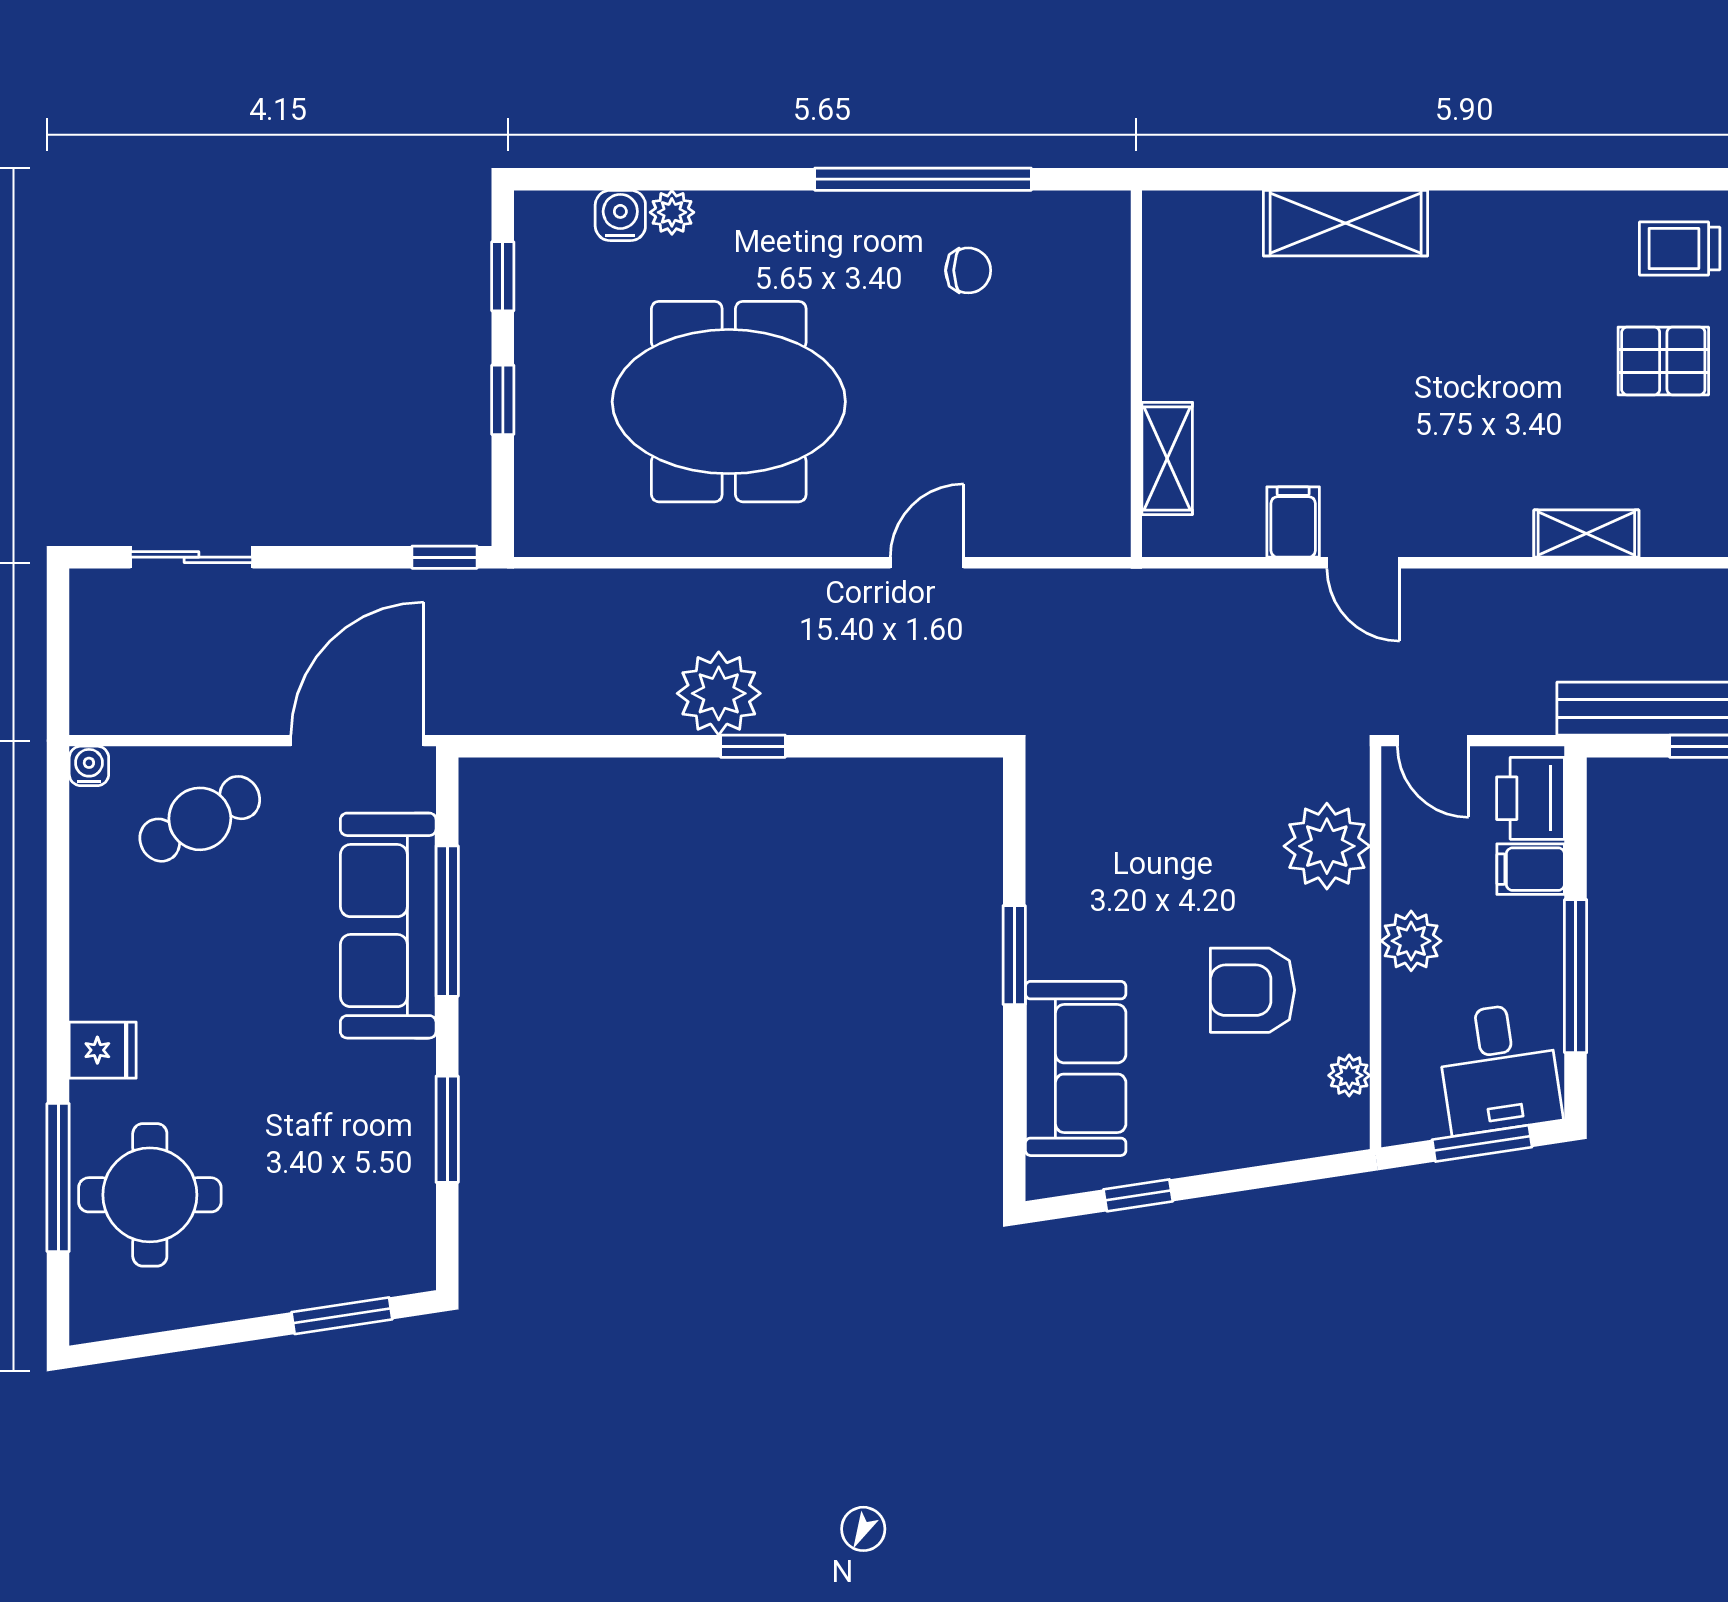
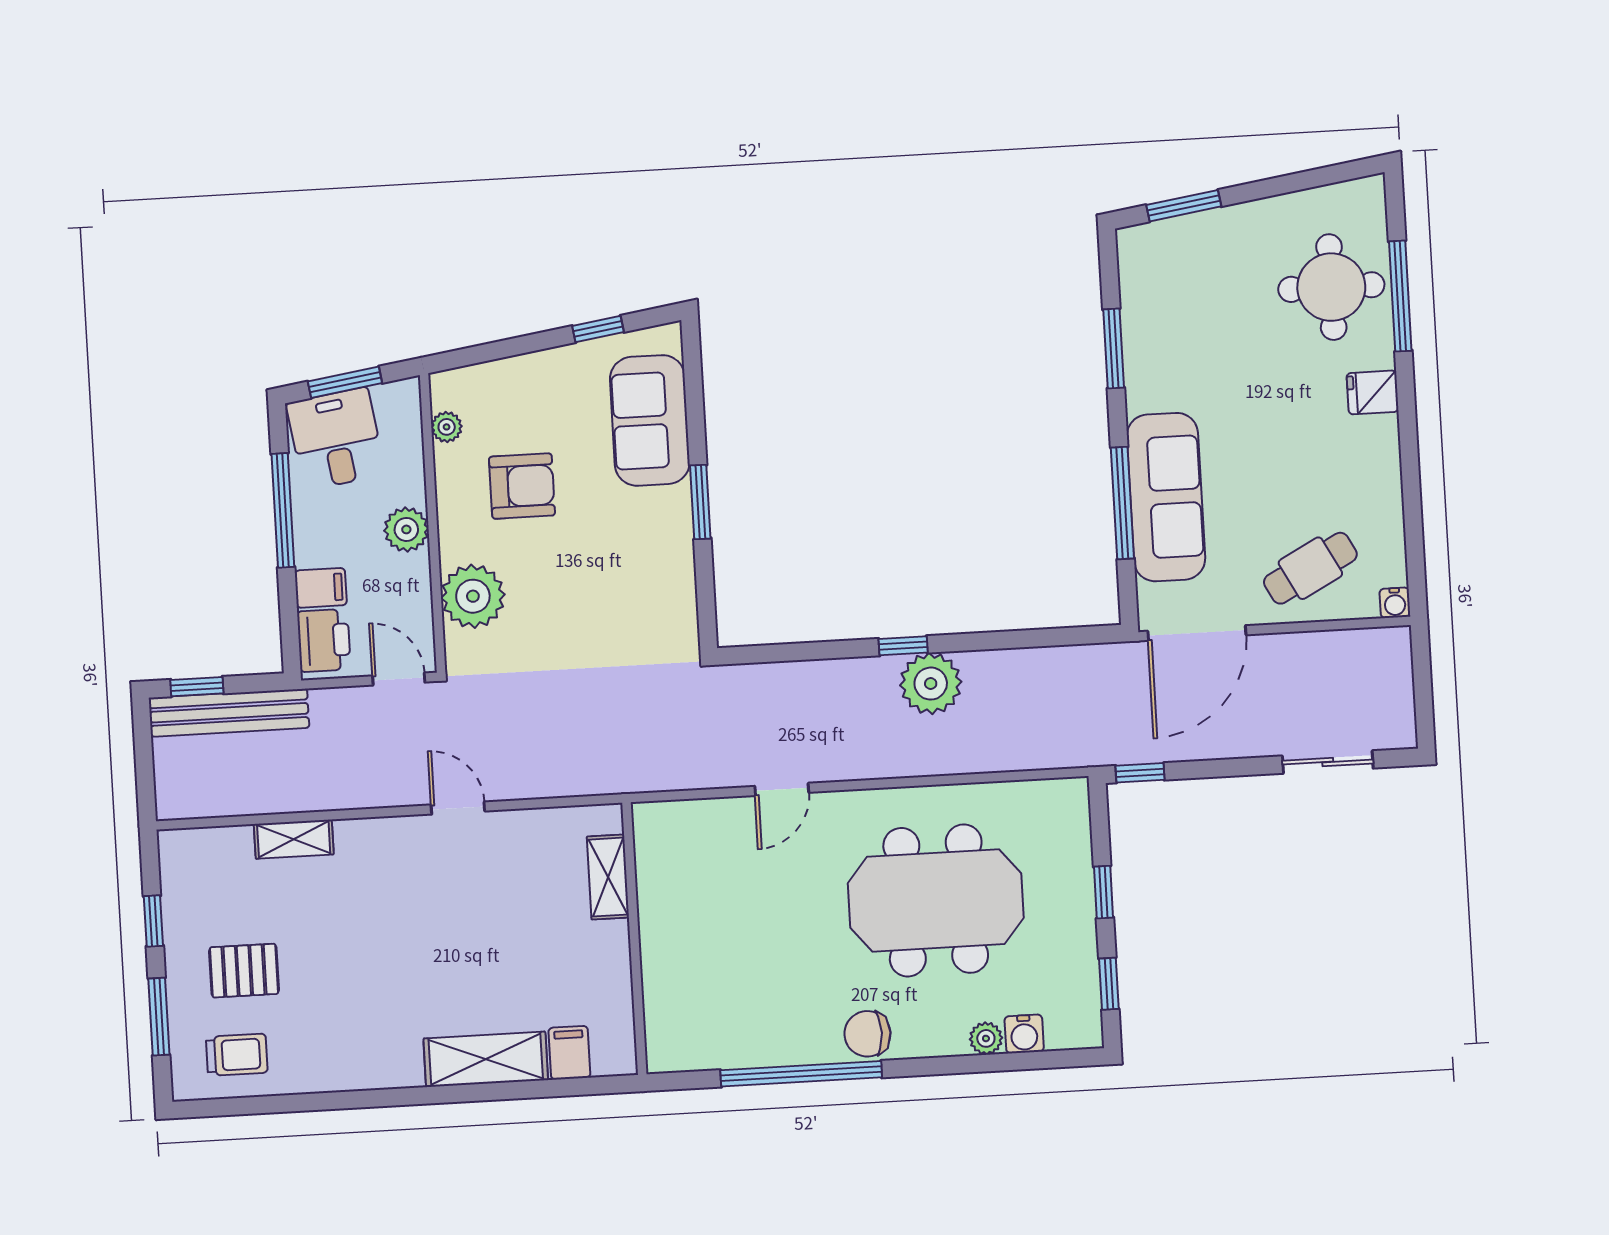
chair: (968, 270) -> (867, 1034), moved, width x1.37, depth x1.37
filing cabinet: (1293, 522) -> (569, 1053), moved, turned 180

